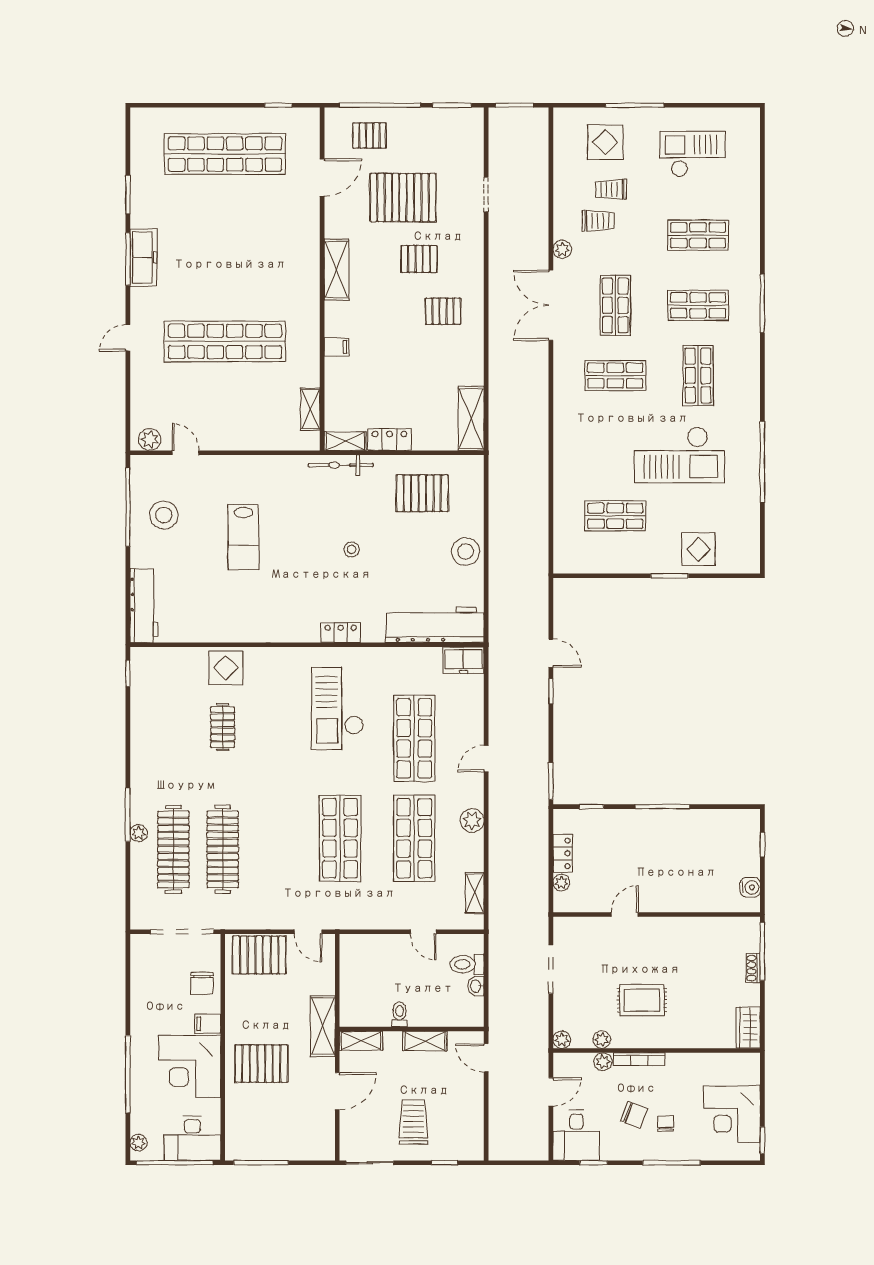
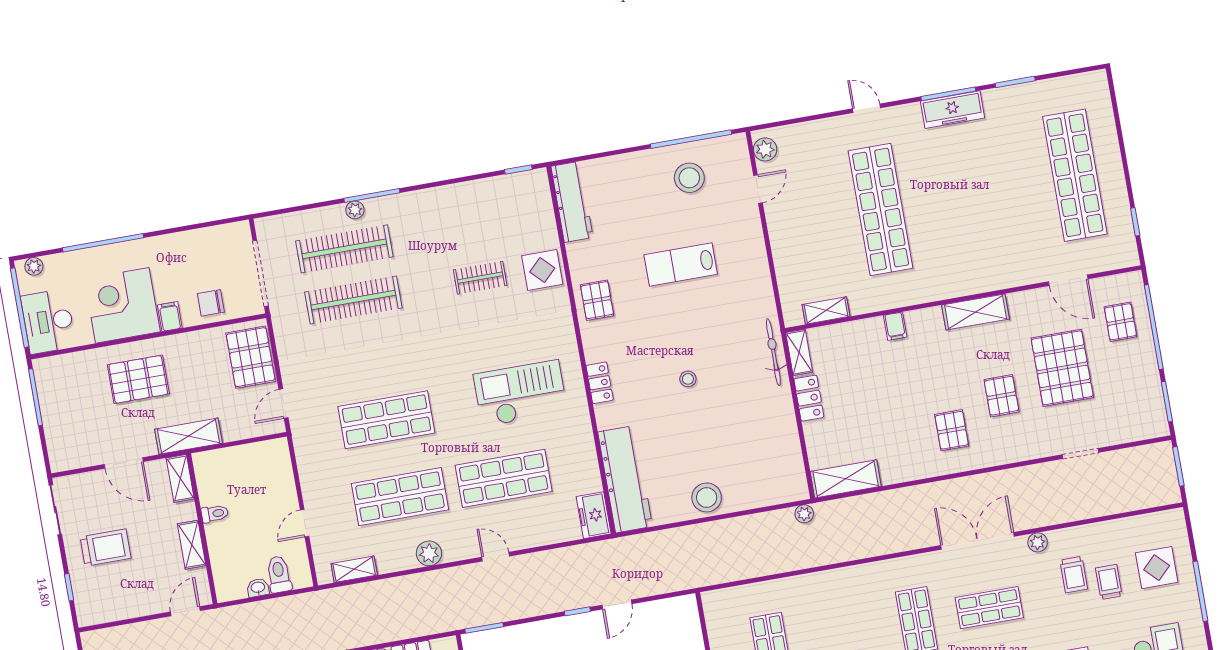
plant: (497, 463) -> (804, 514), added
pallet: (422, 493) -> (597, 300), moved, width x0.67, depth x0.71
workbench: (144, 606) -> (572, 202), moved, turned -90
pallet: (261, 1064) -> (138, 379), turned 90

